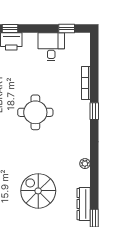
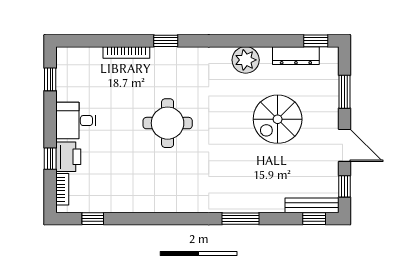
desk: (51, 47) -> (76, 121), moved
plant: (85, 164) -> (246, 60), width x1.88, depth x1.88

